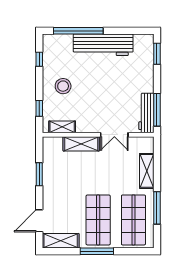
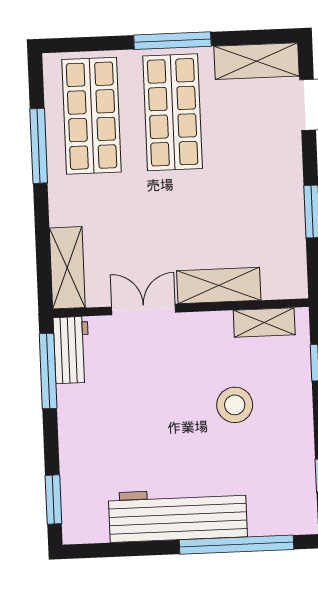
stool: (63, 86) -> (235, 405), moved
workbench: (146, 113) -> (71, 350), width x0.73
shelving: (147, 171) -> (67, 268), moved

